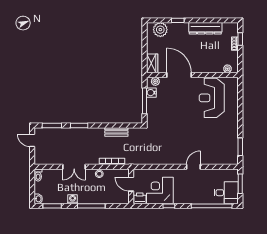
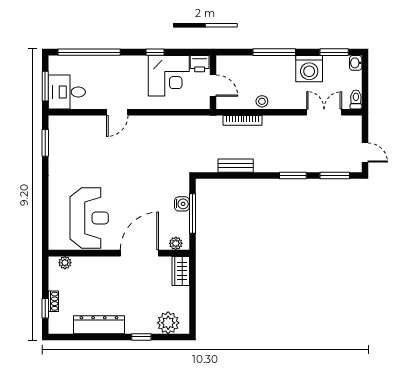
door: (179, 75) -> (139, 253), swing flipped
water cooler: (151, 93) -> (182, 204), moved
double door: (74, 167) -> (324, 112), moved
desk: (226, 193) -> (67, 92), moved
washing machine: (73, 199) -> (309, 69), width x1.89, depth x1.89

